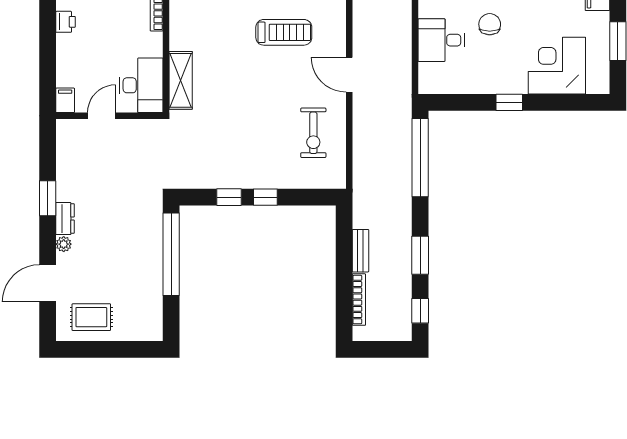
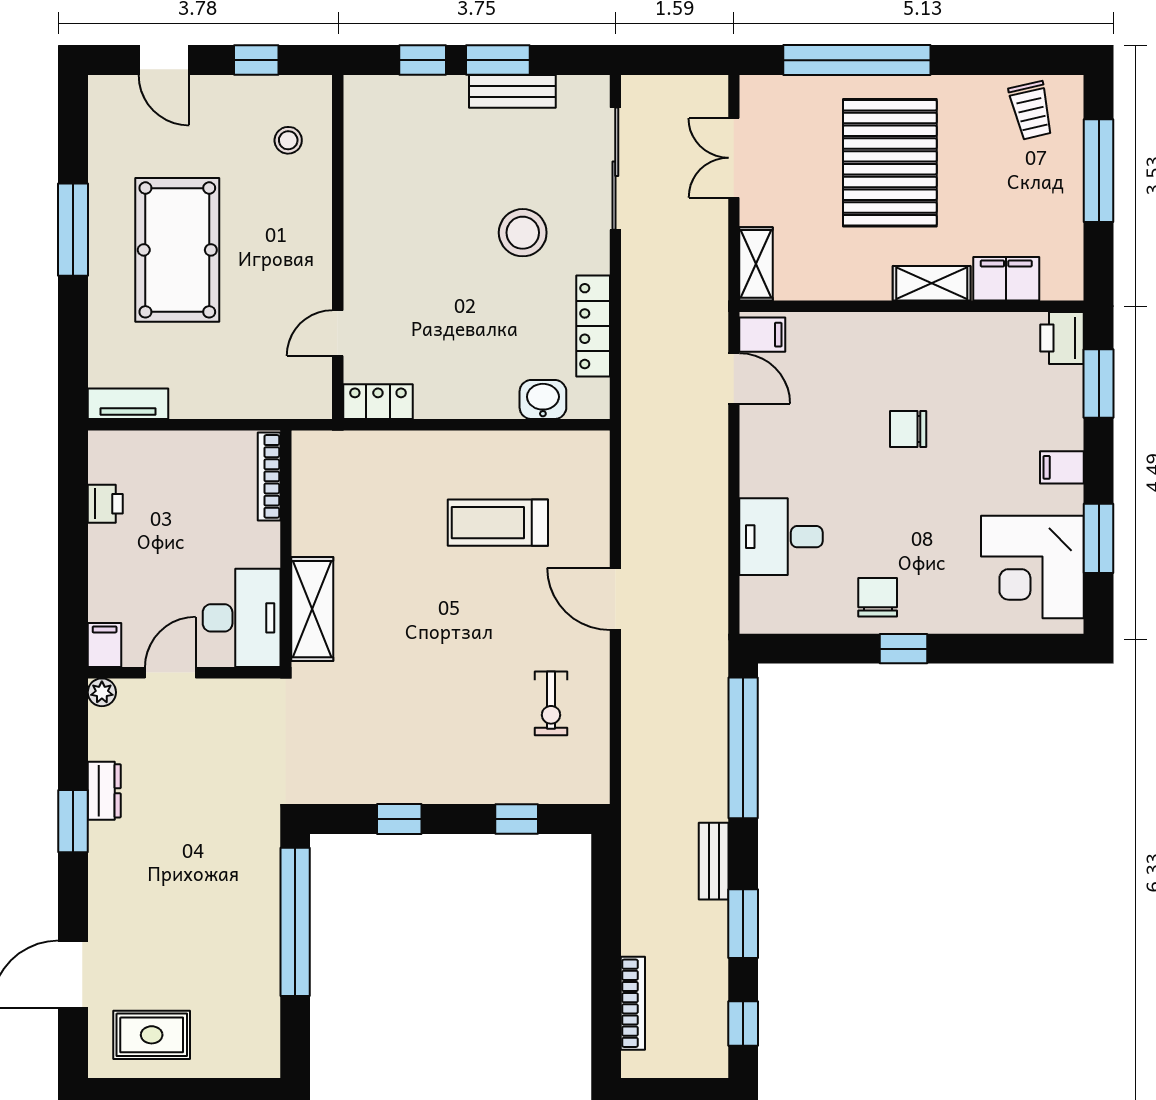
chair: (490, 24) -> (878, 597), moved
treadmill: (284, 32) -> (498, 523), turned 180
corner desk: (557, 66) -> (1032, 567), moved, turned -90
exercise bike: (313, 133) -> (551, 703), width x0.73, depth x0.72
window: (265, 197) -> (517, 819), moved
dresser: (65, 219) -> (104, 791), moved
plant: (64, 244) -> (102, 692), moved
bench: (360, 251) -> (714, 861), moved

